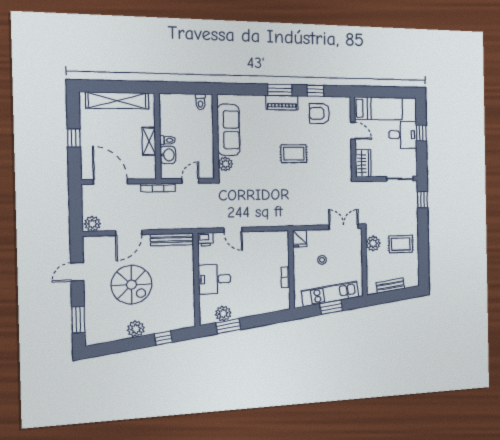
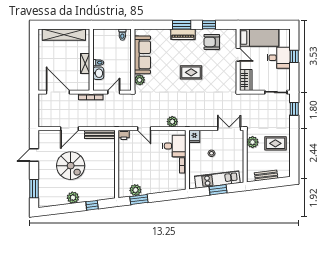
window: (74, 138) -> (34, 61), removed
plant: (92, 224) -> (172, 122), moved
desk: (215, 279) -> (174, 146), moved, turned 180

